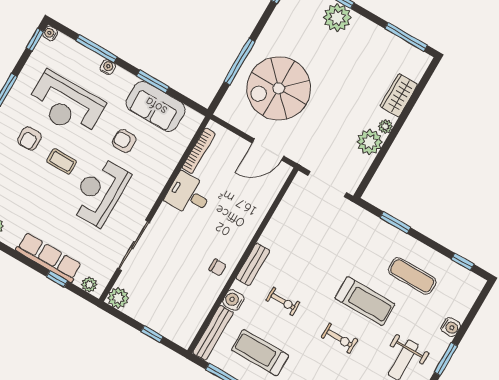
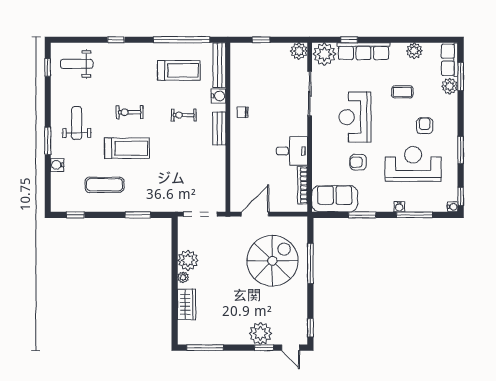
sofa: (156, 106) -> (335, 199), moved
armchair: (124, 141) -> (358, 162), turned 180
coffee table: (62, 161) -> (402, 92), moved
reception desk: (99, 192) -> (355, 117), turned 180
plant: (89, 284) -> (324, 54), width x1.87, depth x1.87
treadmill: (365, 301) -> (127, 148), turned 180

